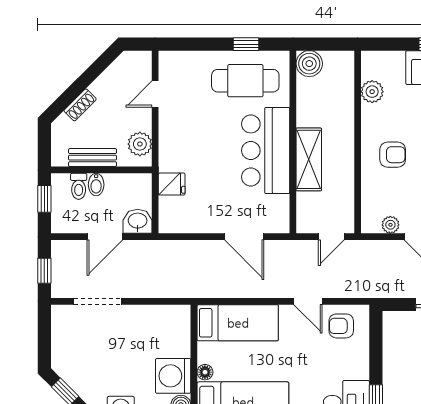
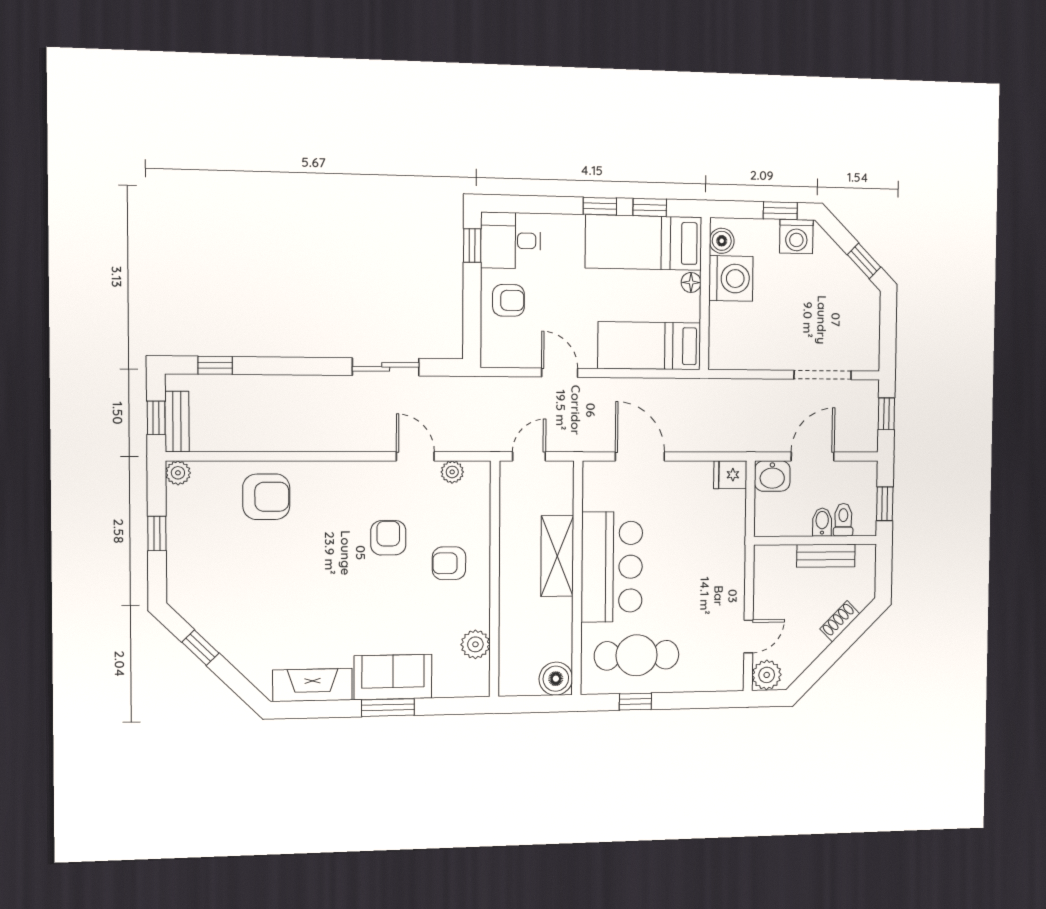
plant: (140, 144) -> (767, 675), moved
fridge: (172, 184) -> (730, 475), moved
armchair: (341, 326) -> (508, 300), moved

